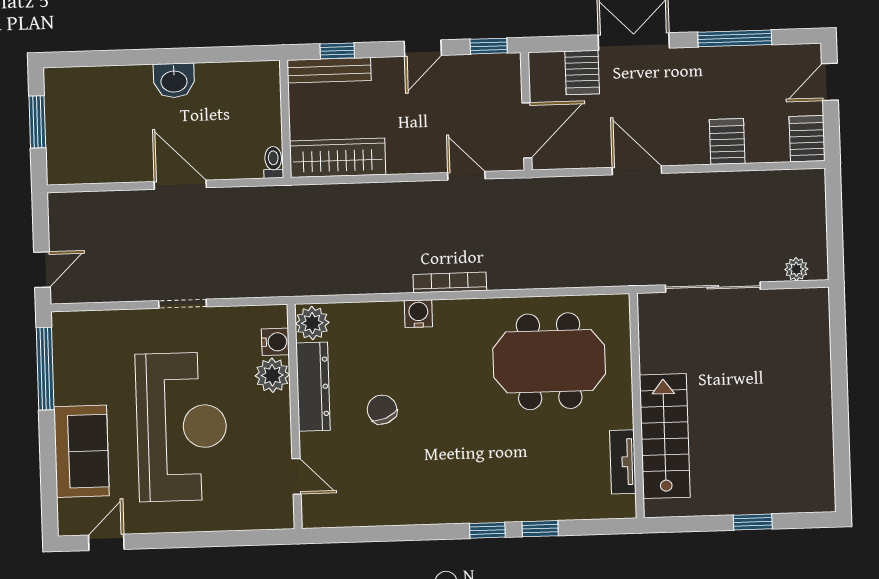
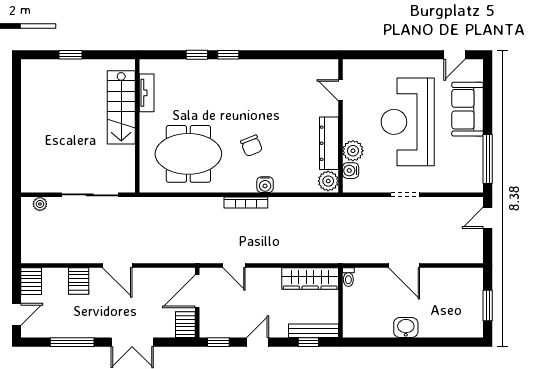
server rack: (582, 73) -> (185, 325), moved
door: (637, 170) -> (117, 266), moved
chair: (382, 410) -> (252, 146), moved

